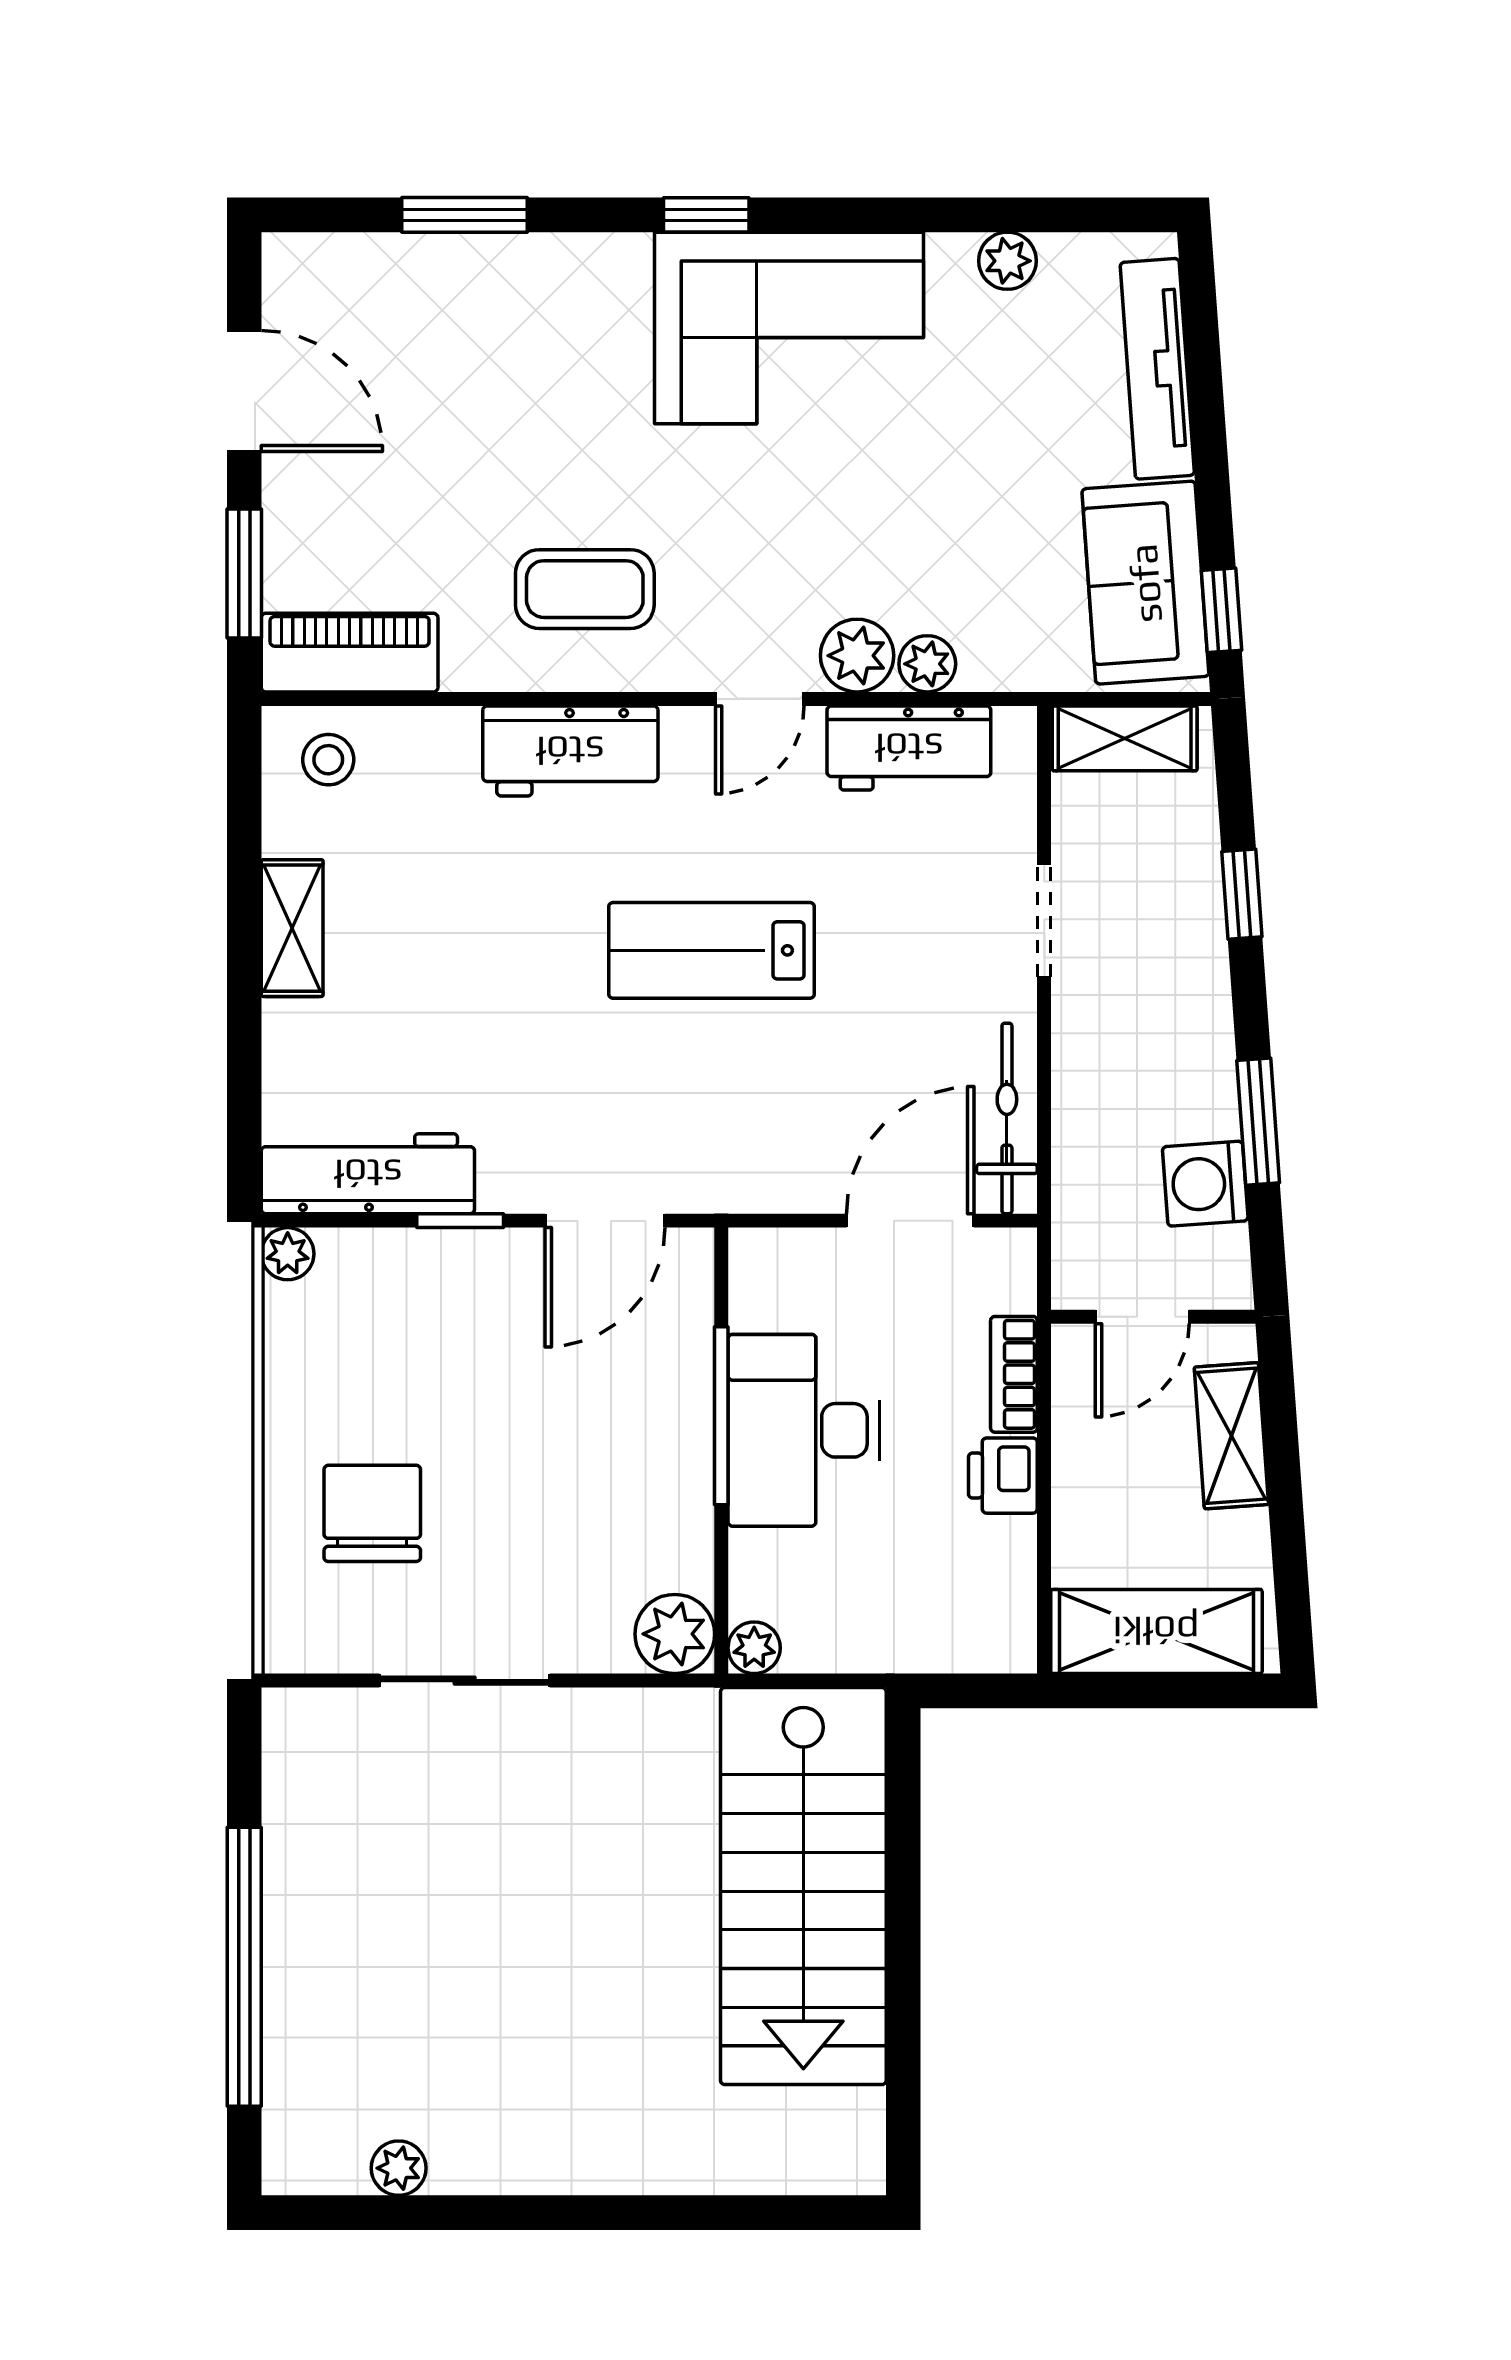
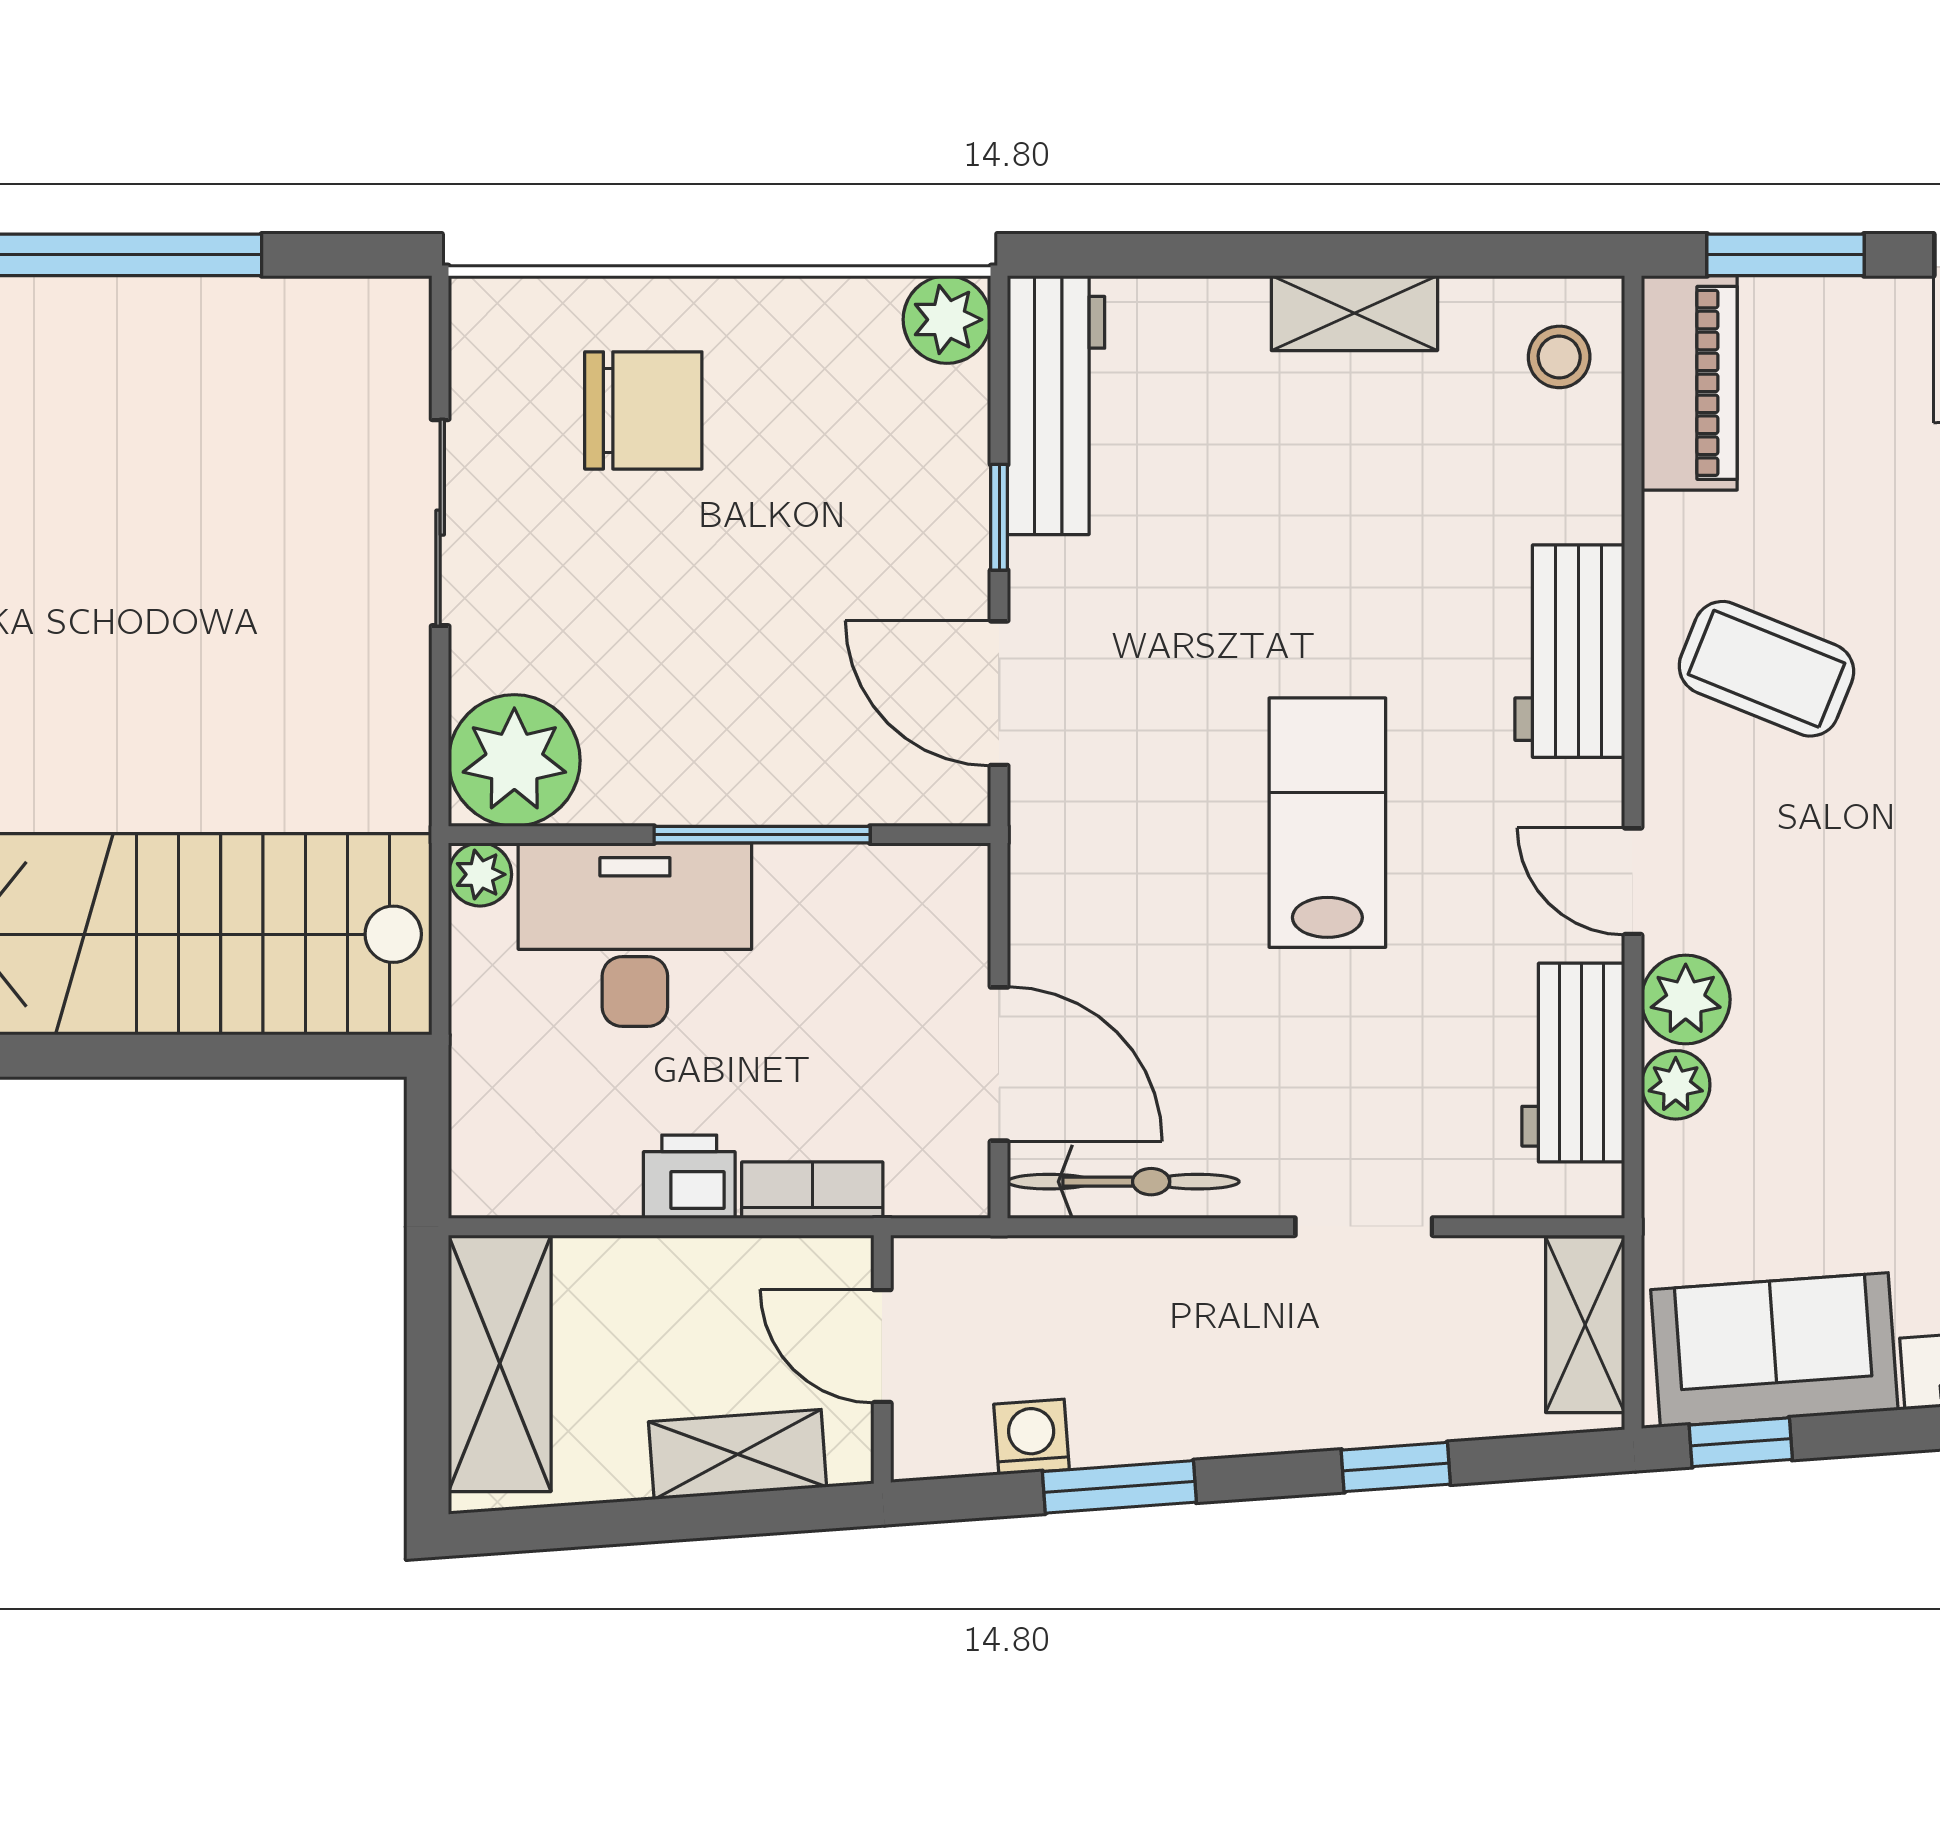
coffee table: (585, 589) -> (1766, 669), turned -68
washing machine: (1205, 1184) -> (1032, 1437), width x0.73, depth x0.73
plant: (288, 1254) -> (947, 320), width x1.38, depth x1.38
desk: (804, 1430) -> (635, 935), moved
plant: (675, 1634) -> (514, 760), width x1.36, depth x1.36

